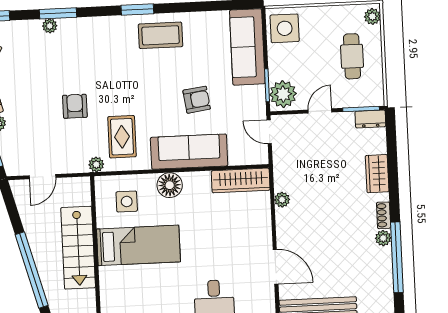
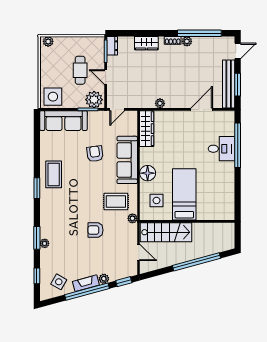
cafe table: (352, 56) -> (80, 70), moved, turned 90
stairs: (78, 248) -> (166, 232), moved

